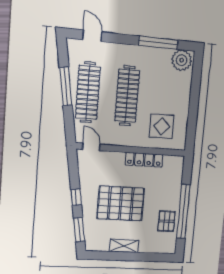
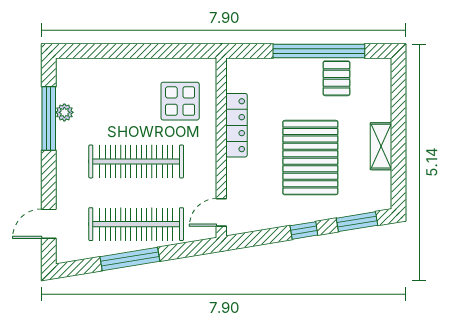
plant: (182, 60) -> (64, 112), moved, width x0.53, depth x0.53
pallet: (166, 221) -> (336, 78), turned 90

